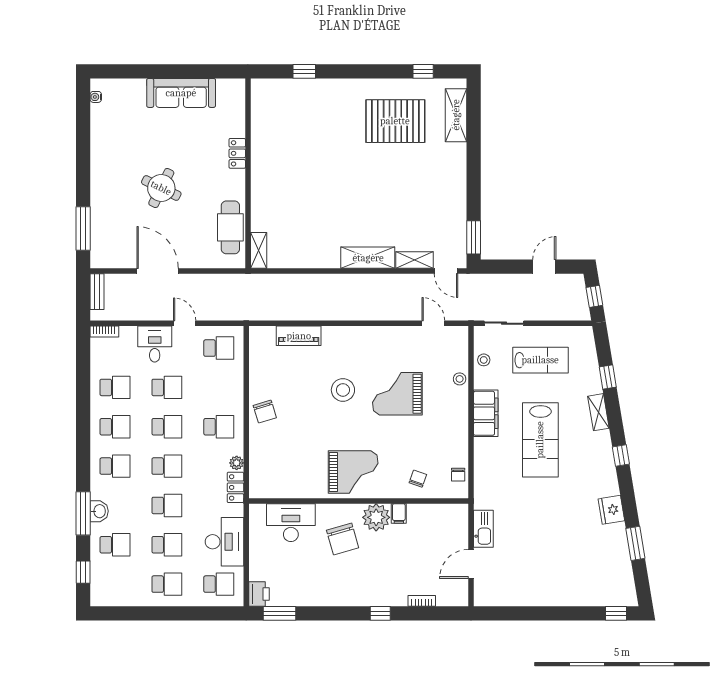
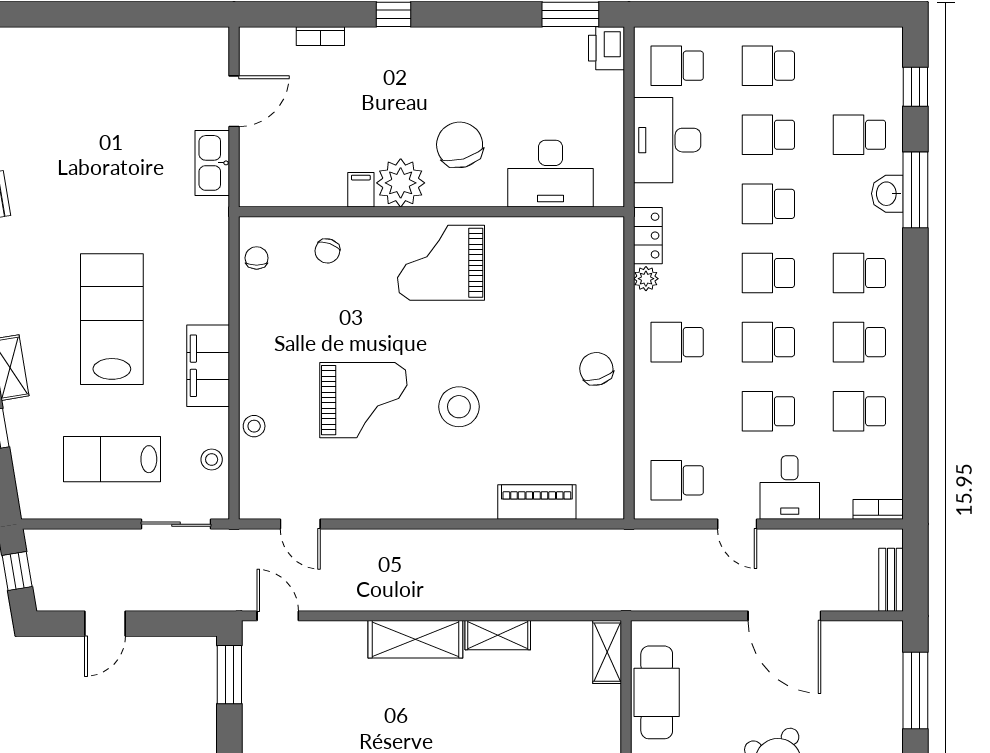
shelving: (415, 260) -> (498, 635), moved

